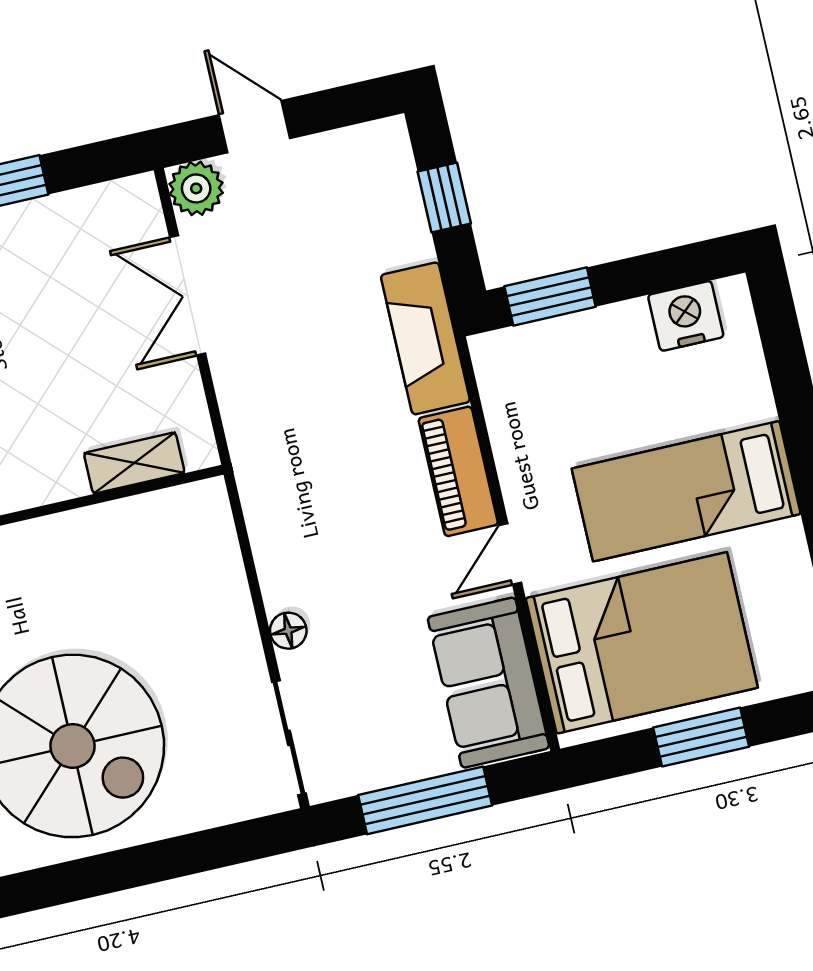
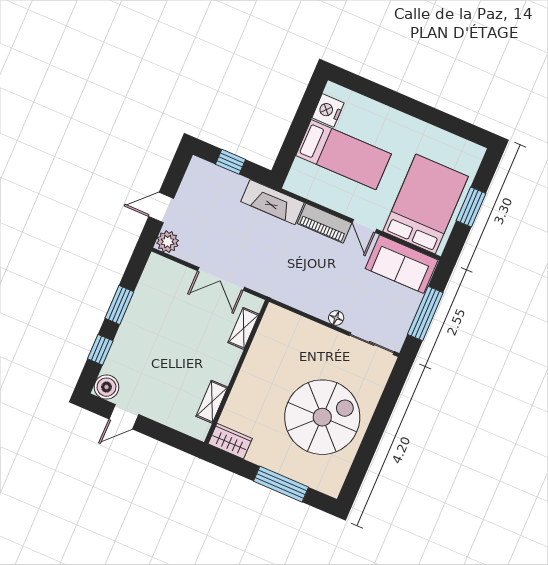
double door: (188, 295) -> (221, 279), moved
window: (550, 296) -> (289, 151), removed
bed: (686, 491) -> (343, 155), moved, turned -90

